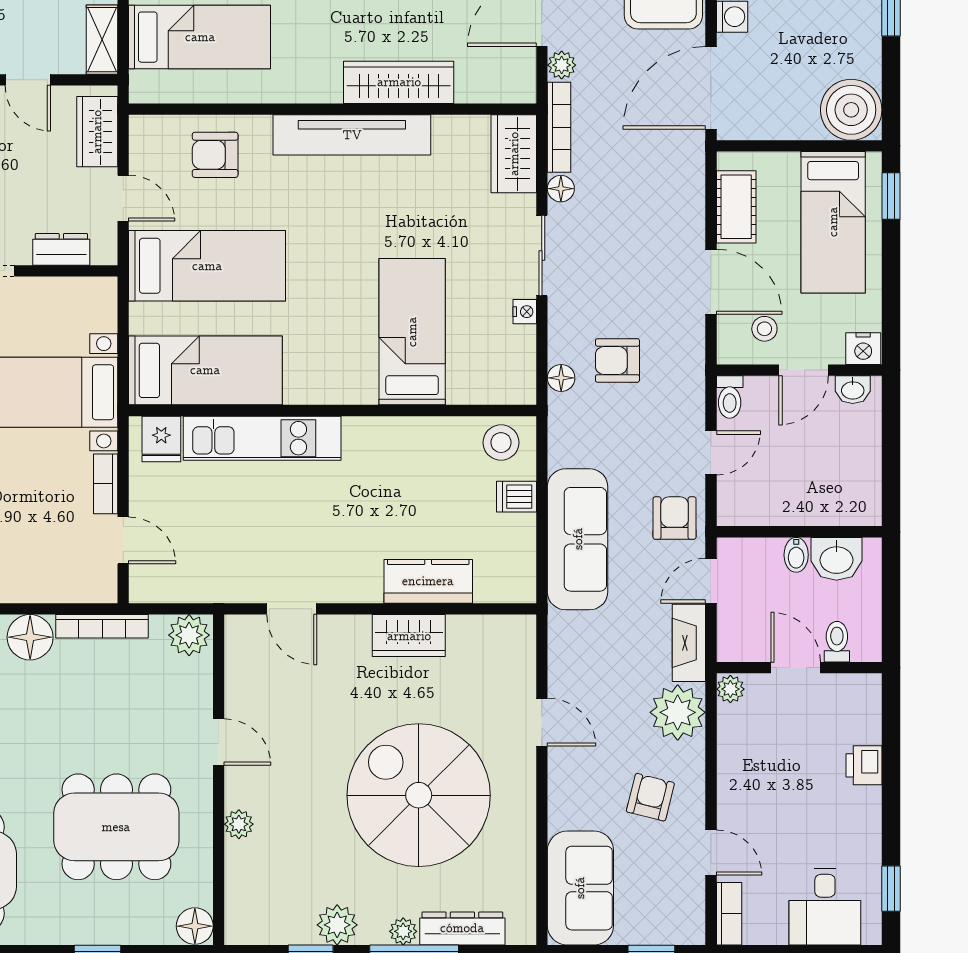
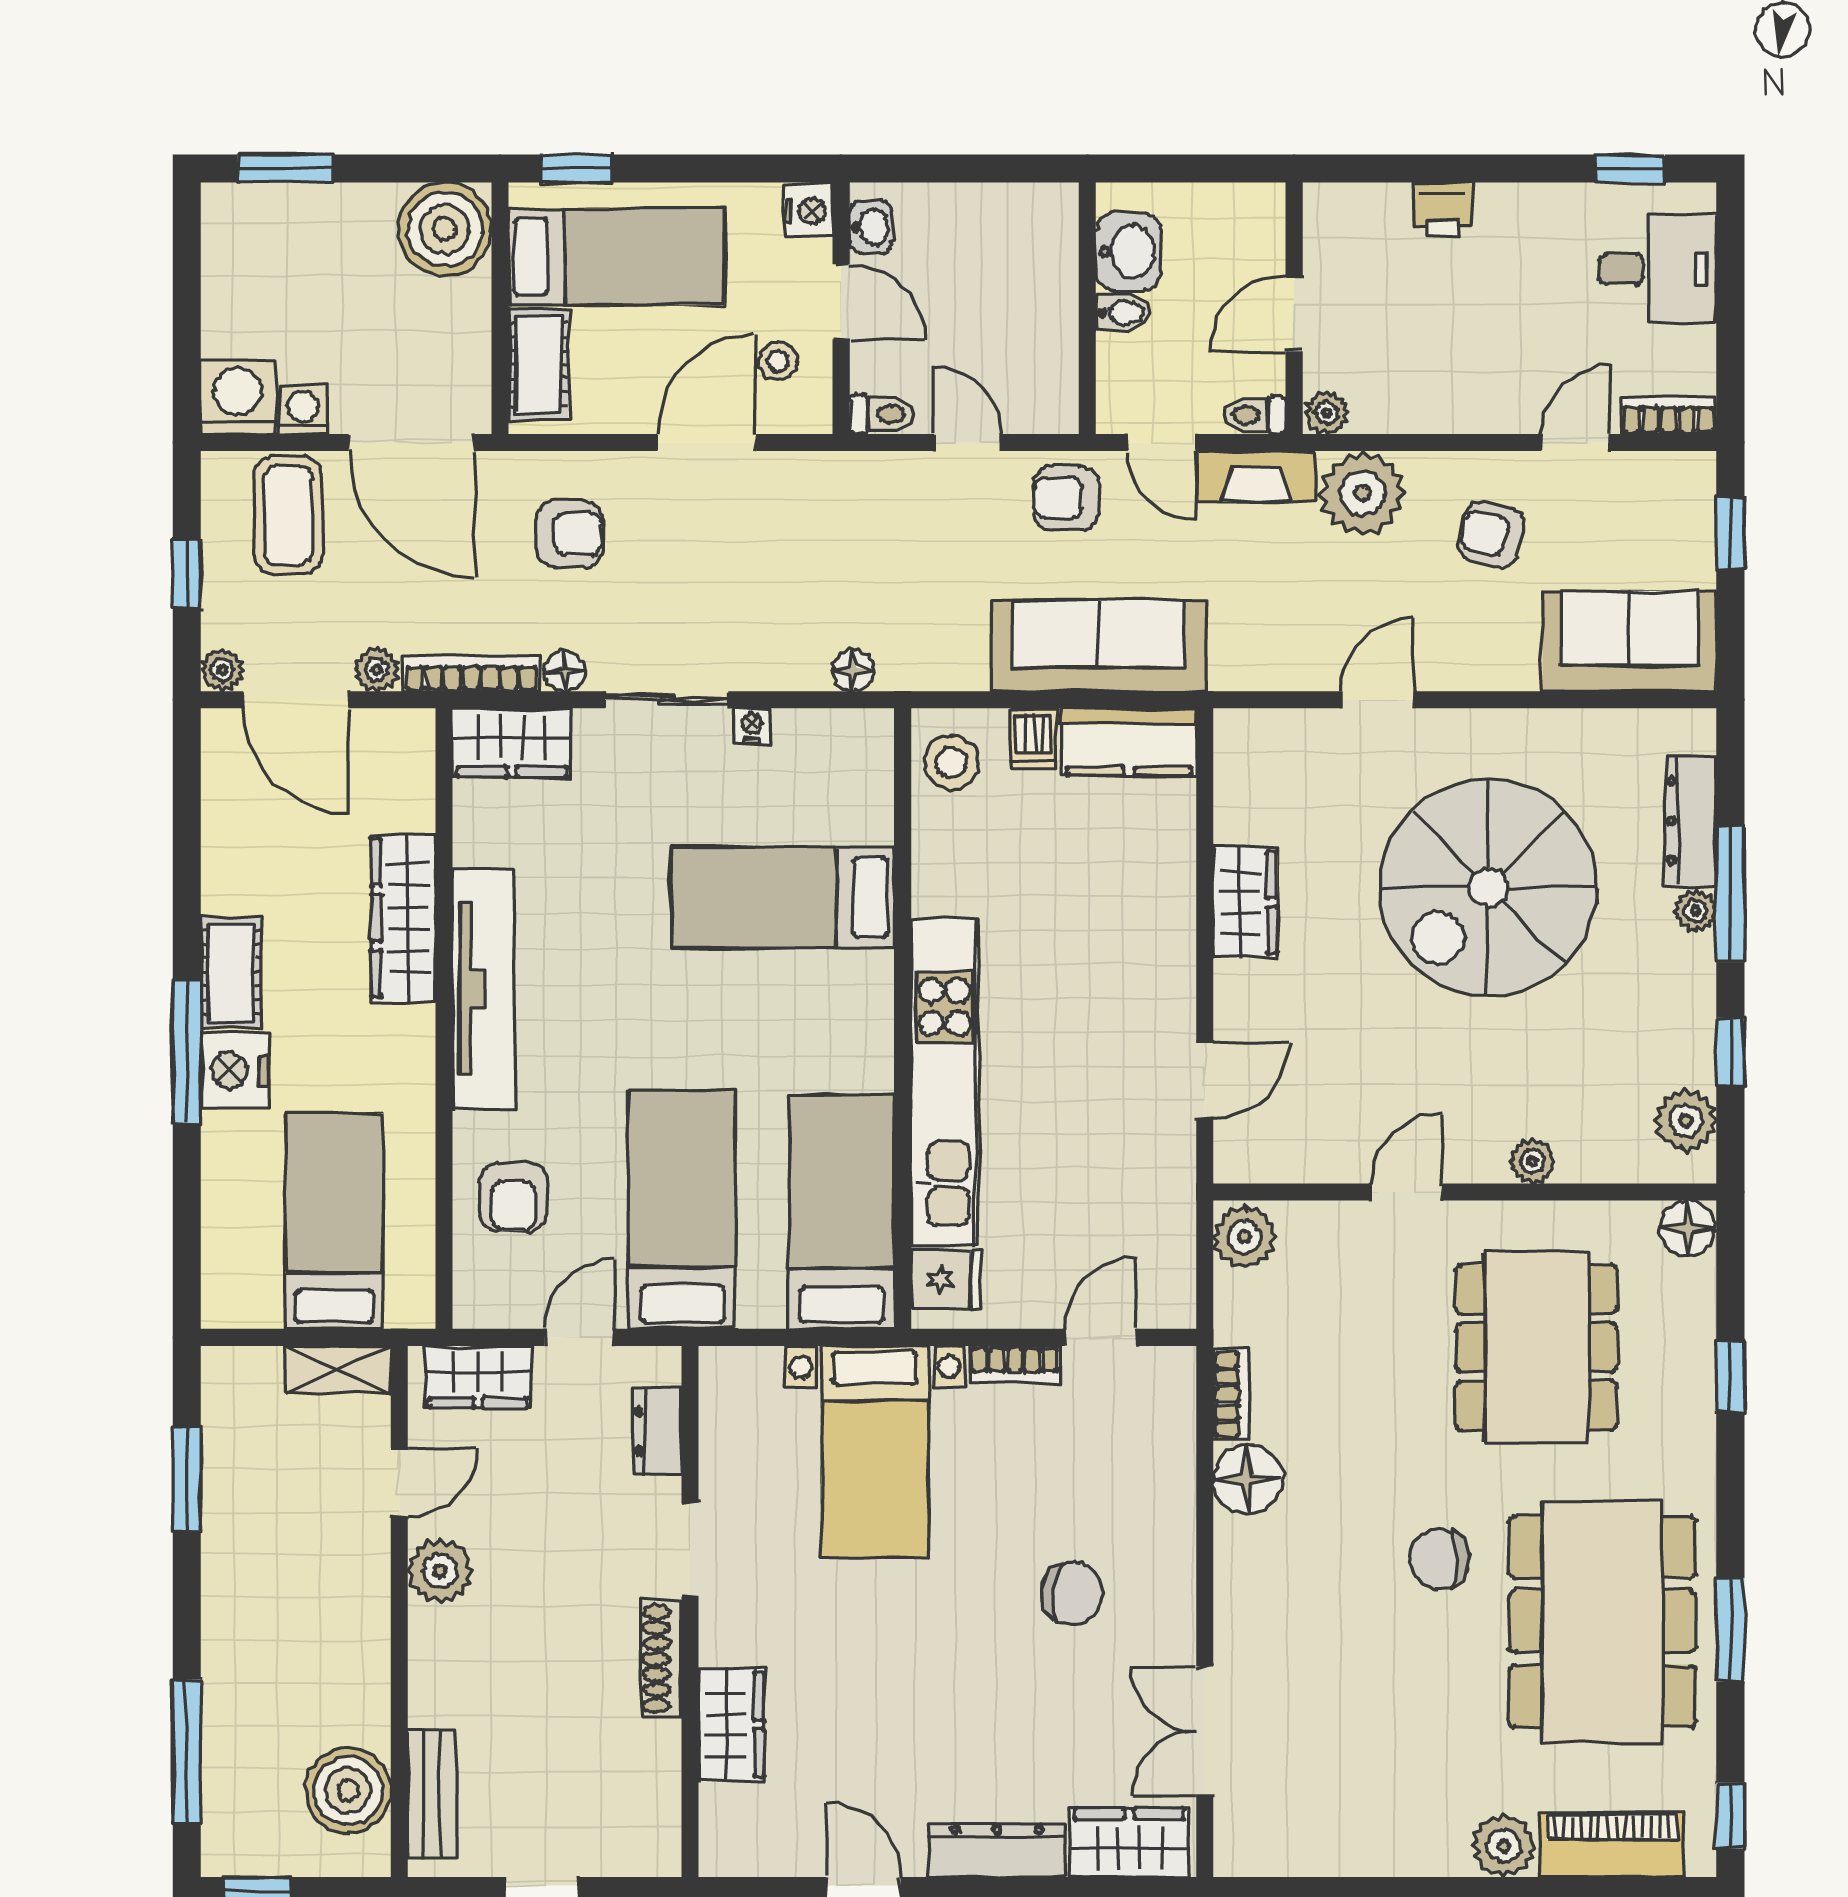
cot: (736, 207) -> (538, 365), moved, turned 90
armchair: (617, 360) -> (569, 534), moved, turned -90
kitchen unit: (262, 438) -> (945, 1082), width x1.36
kitchen counter: (428, 581) -> (1129, 742), moved, turned -90
bookcase: (102, 626) -> (1231, 1395), width x0.64
toilet: (837, 642) -> (1255, 415), moved
plant: (337, 925) -> (1686, 1120), moved

